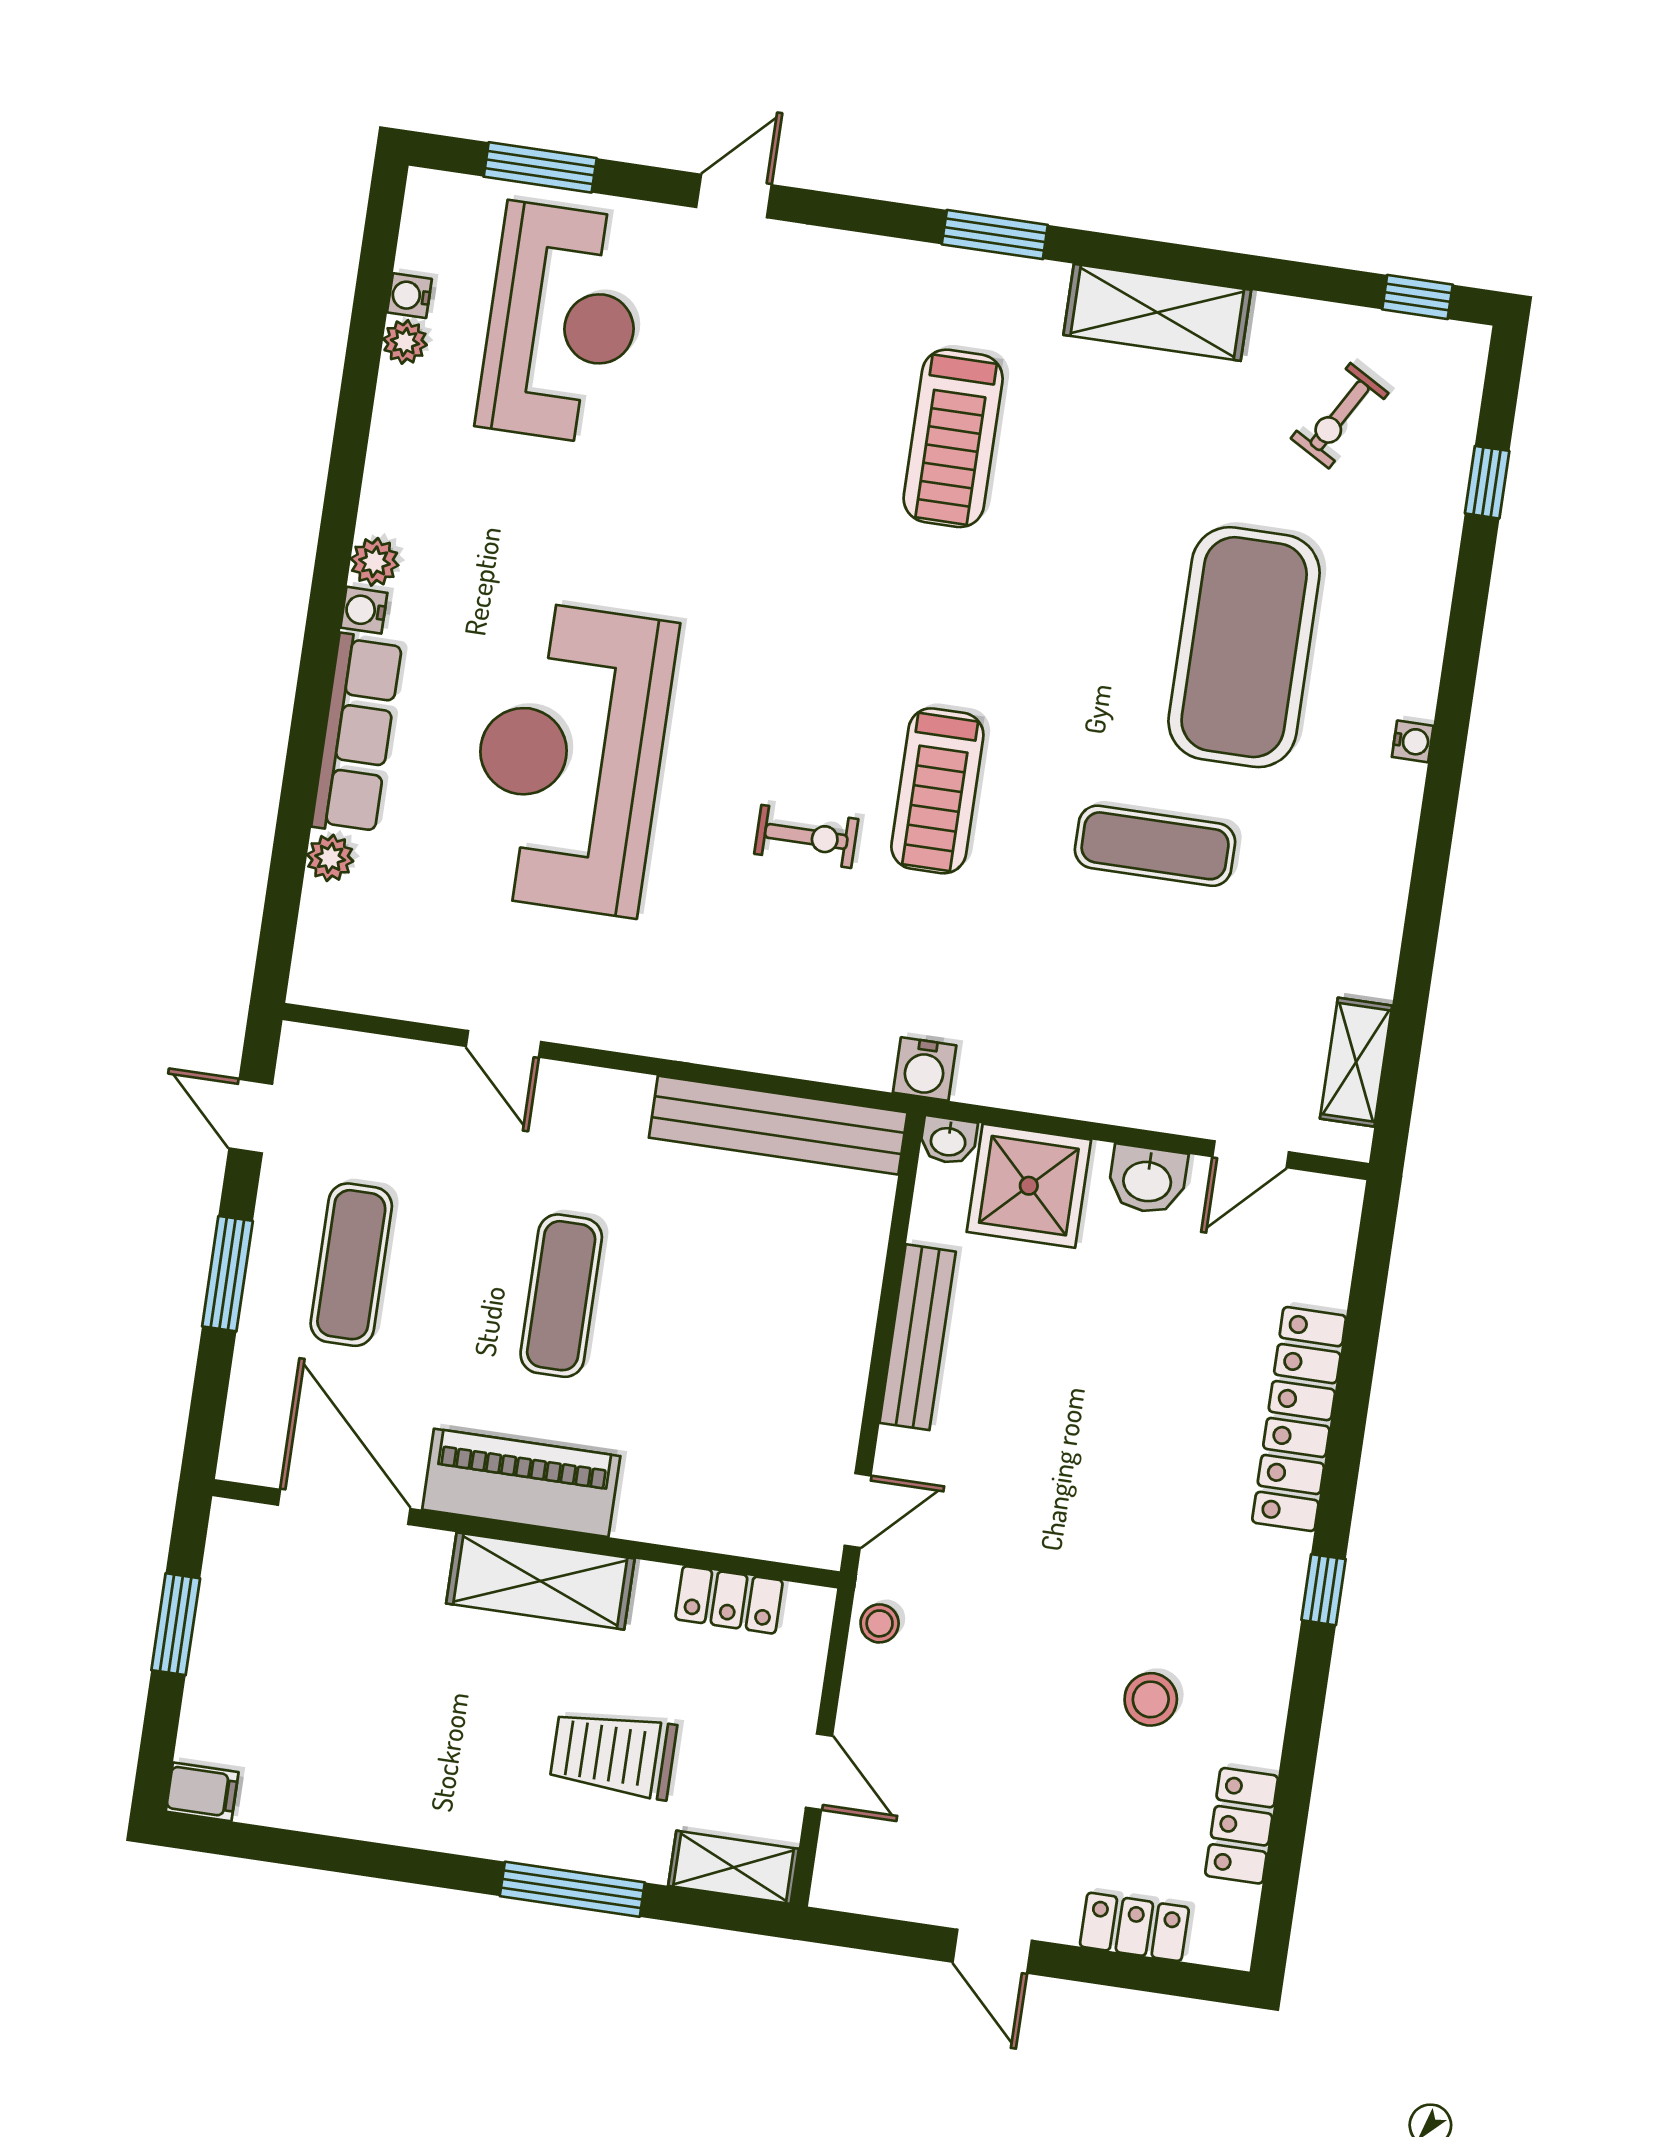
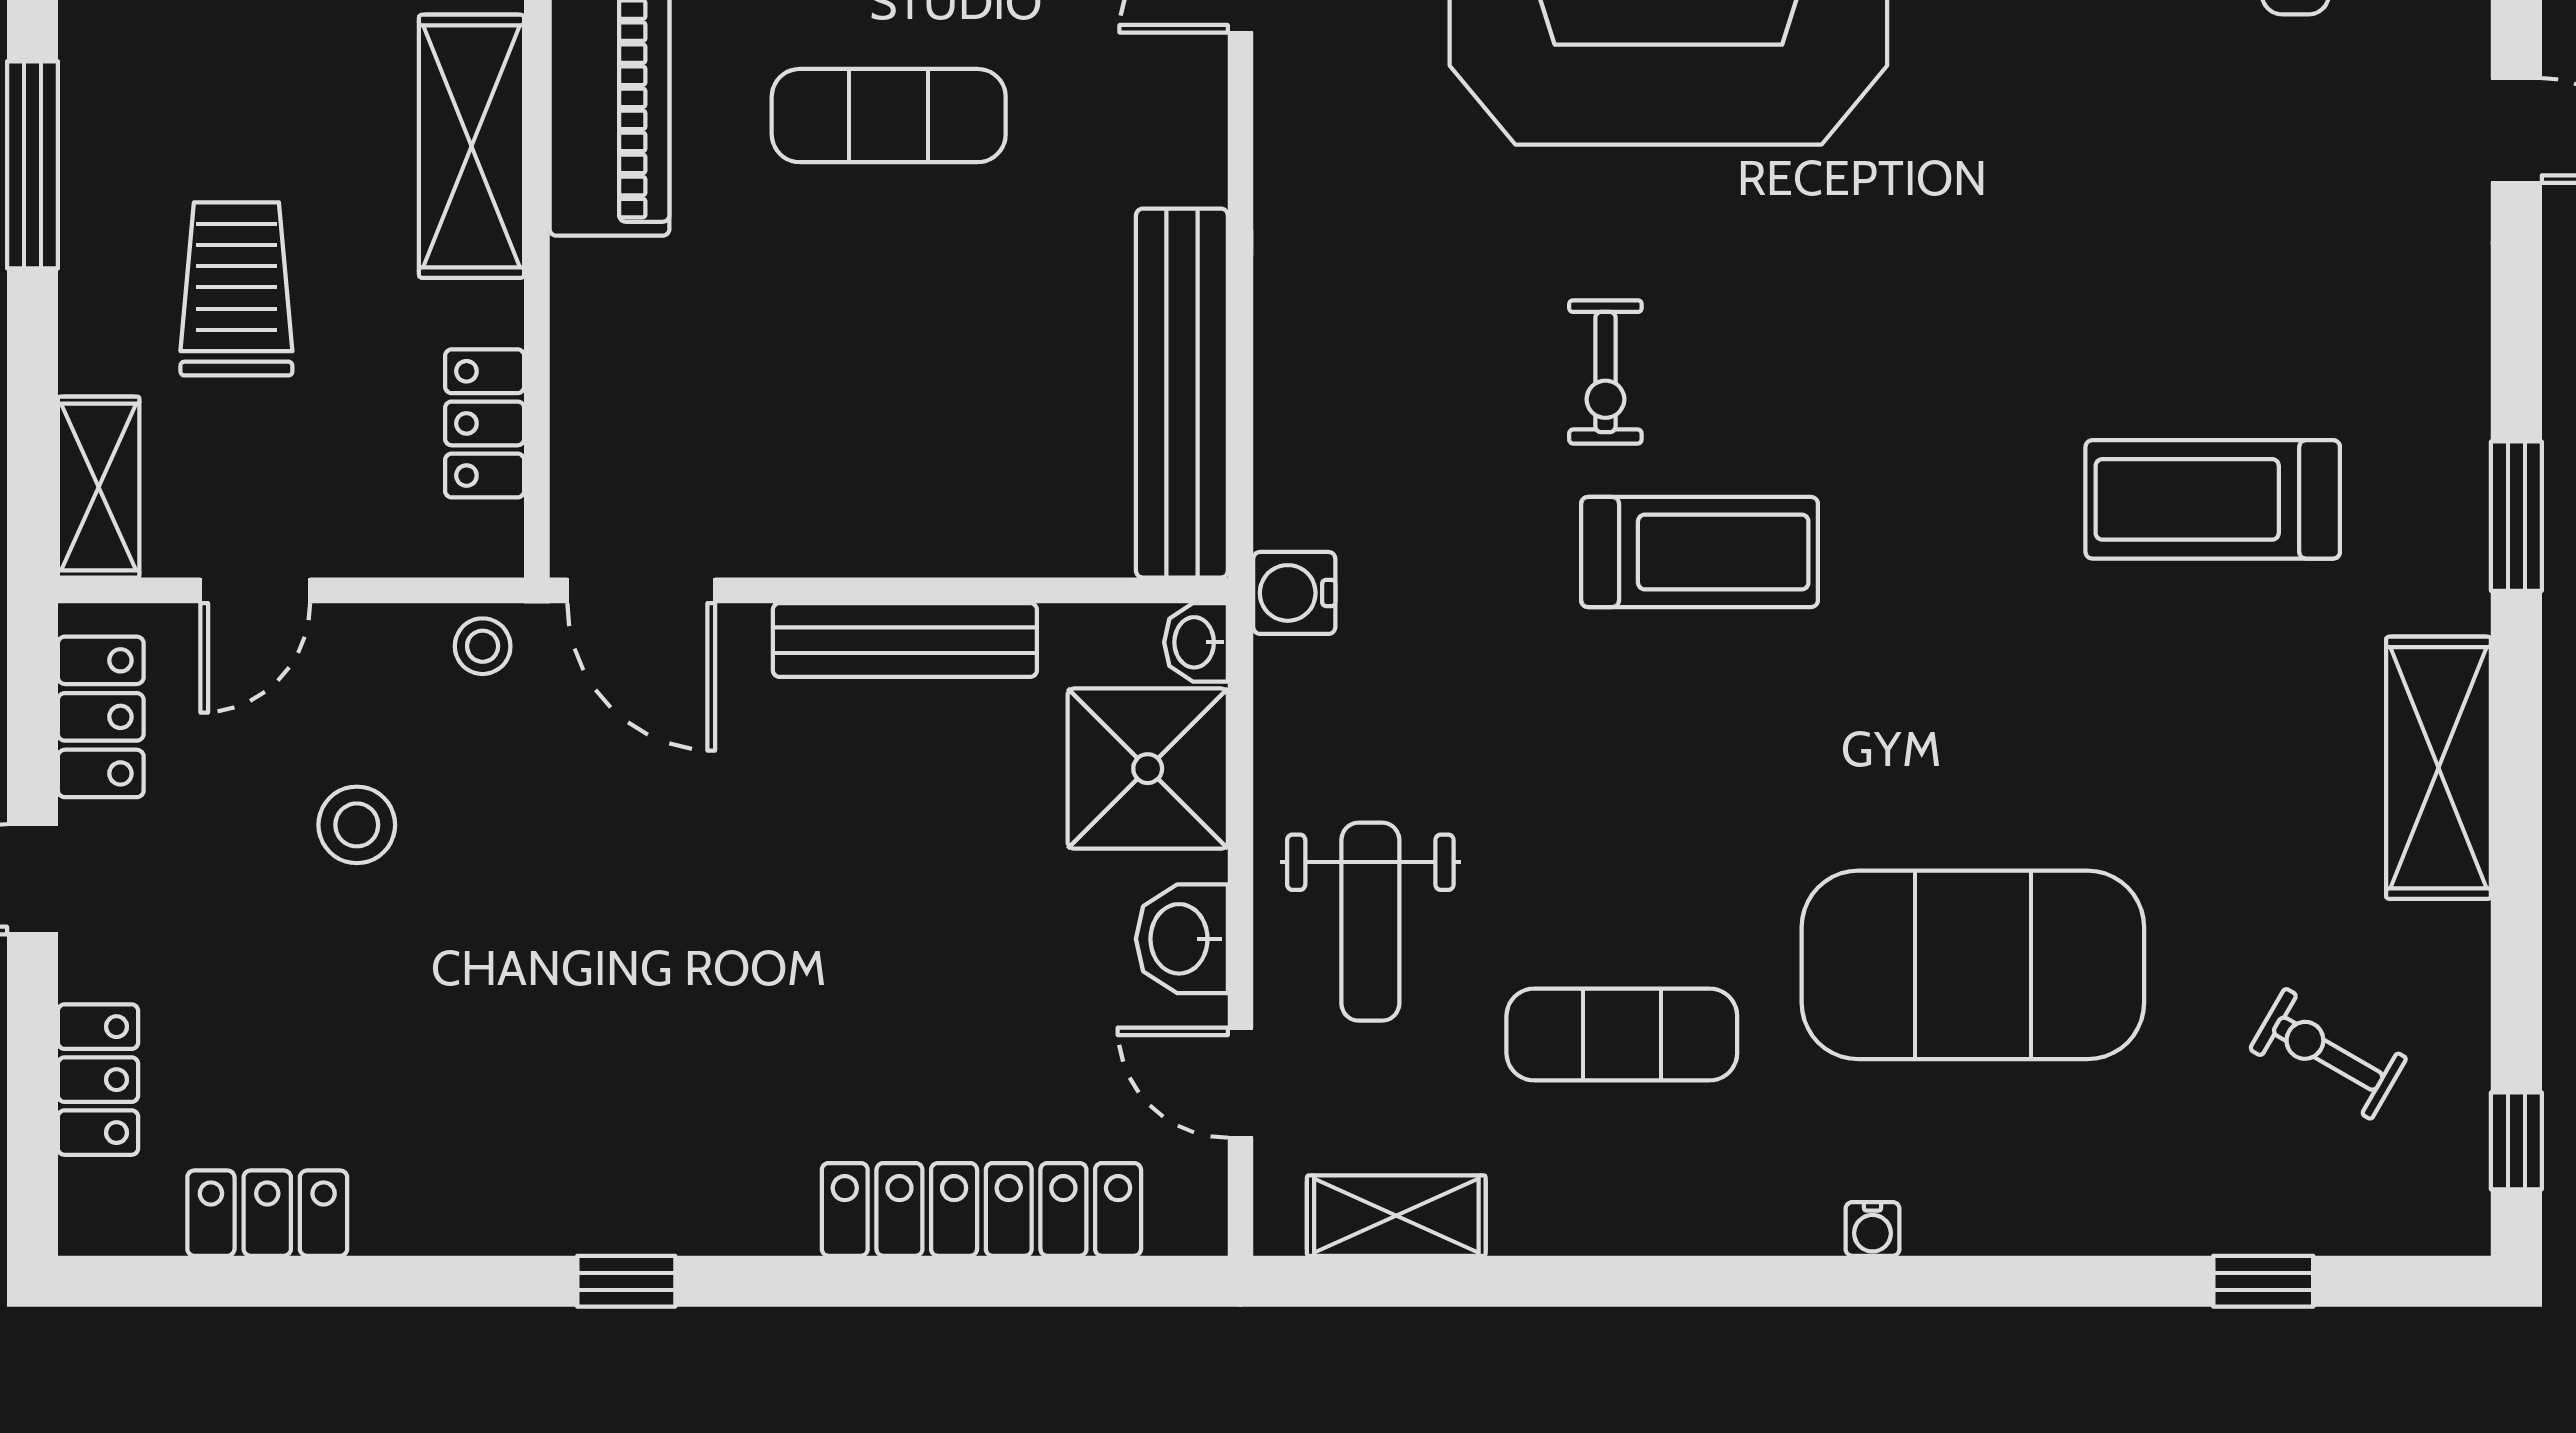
treadmill: (937, 791) -> (1700, 552), turned 180
exercise mat: (1155, 846) -> (1622, 1034), moved, turned 90
weight bench: (1155, 1050) -> (1370, 922), added
locker: (1299, 1419) -> (981, 1209), moved
door: (858, 1511) -> (641, 590), width x1.38
stool: (1151, 1699) -> (357, 825), moved
window: (572, 1889) -> (32, 165), moved
locker: (889, 1889) -> (101, 717), added

